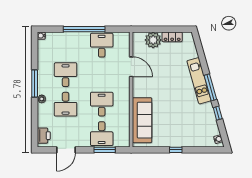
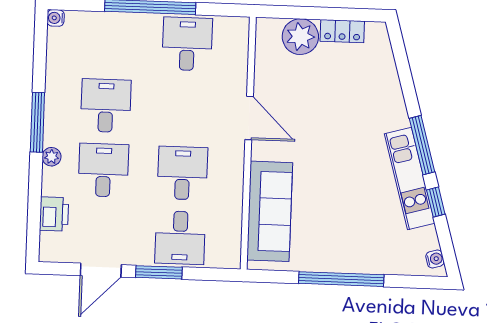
door: (131, 67) -> (249, 118), moved
kitchen unit: (199, 81) -> (410, 178), moved
desk: (66, 104) -> (103, 170), turned 180
printer: (44, 136) -> (54, 214), moved
window: (105, 150) -> (159, 272), moved
window: (176, 150) -> (341, 279), width x3.17

